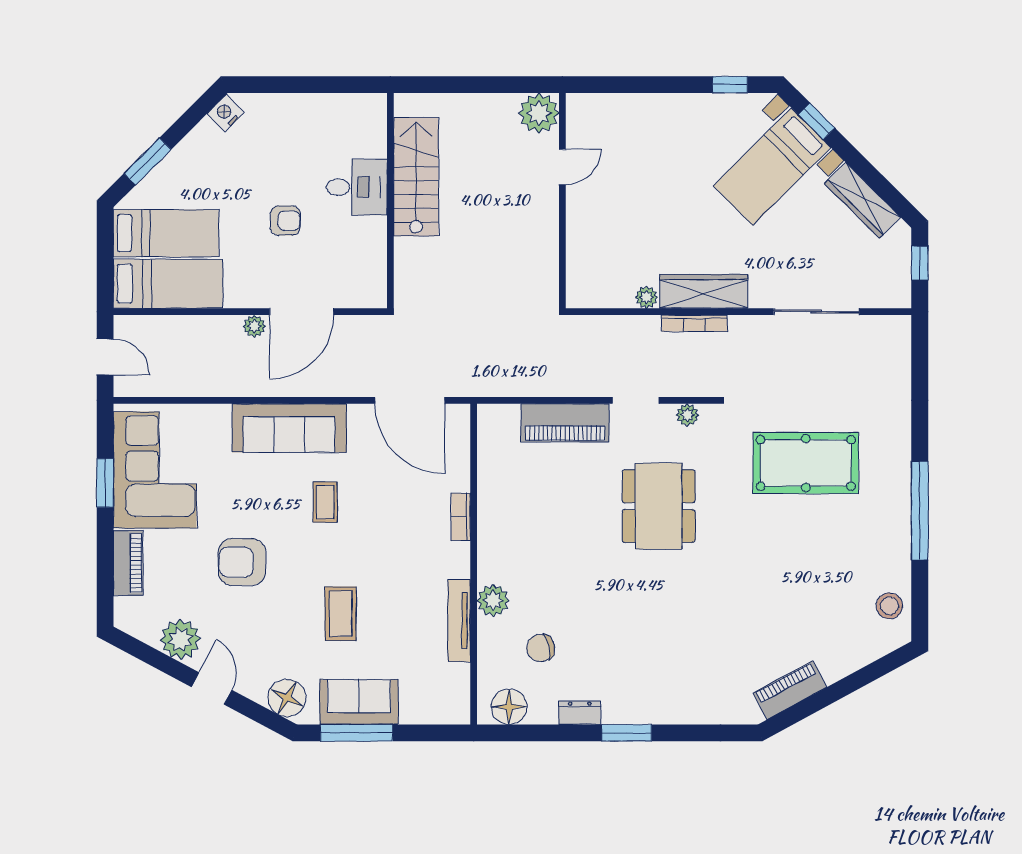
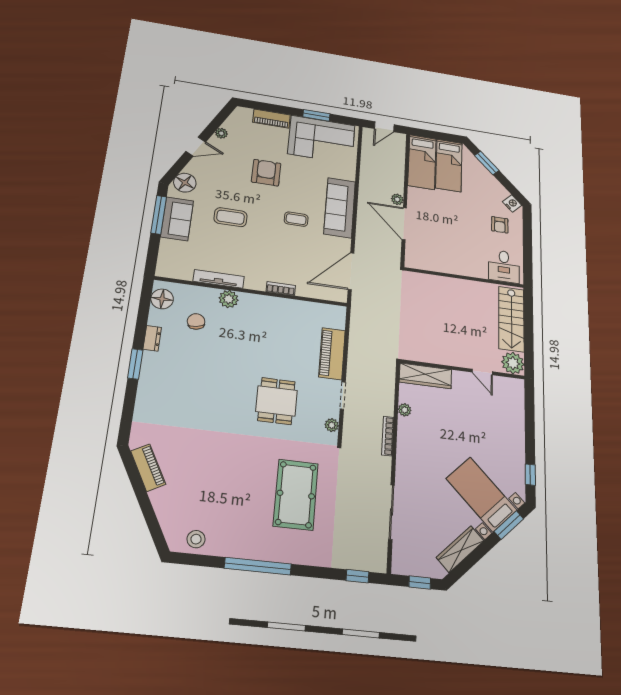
window: (817, 121) -> (509, 525), width x1.50
stairs: (416, 177) -> (511, 319), moved, turned 90
desk: (357, 187) -> (504, 266), moved
armchair: (285, 221) -> (500, 225), moved
wardrobe: (704, 291) -> (425, 376), moved, turned 90
window: (920, 360) -> (357, 576), added
dining table: (659, 506) -> (276, 401), width x0.73
plant: (180, 639) -> (221, 133), width x0.53, depth x0.53

